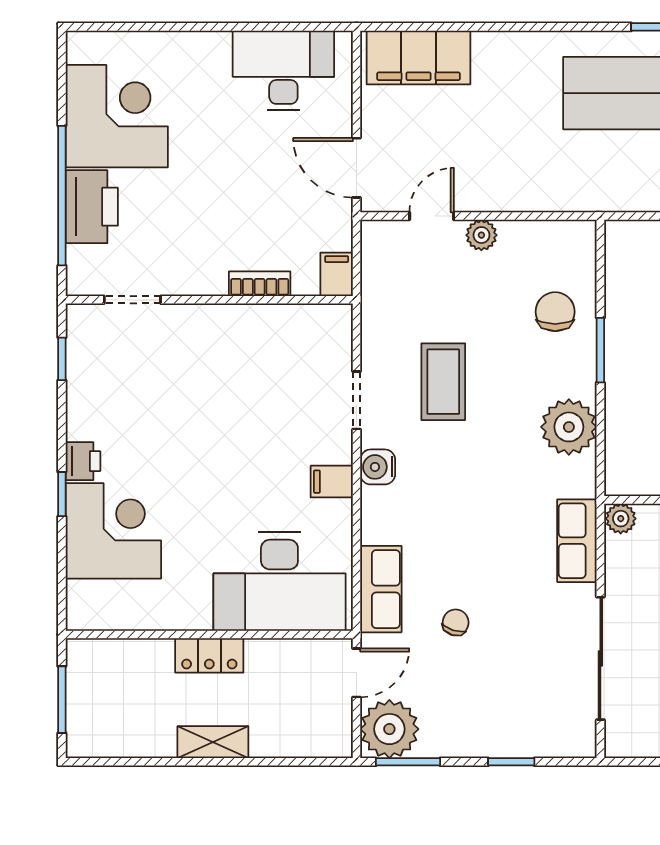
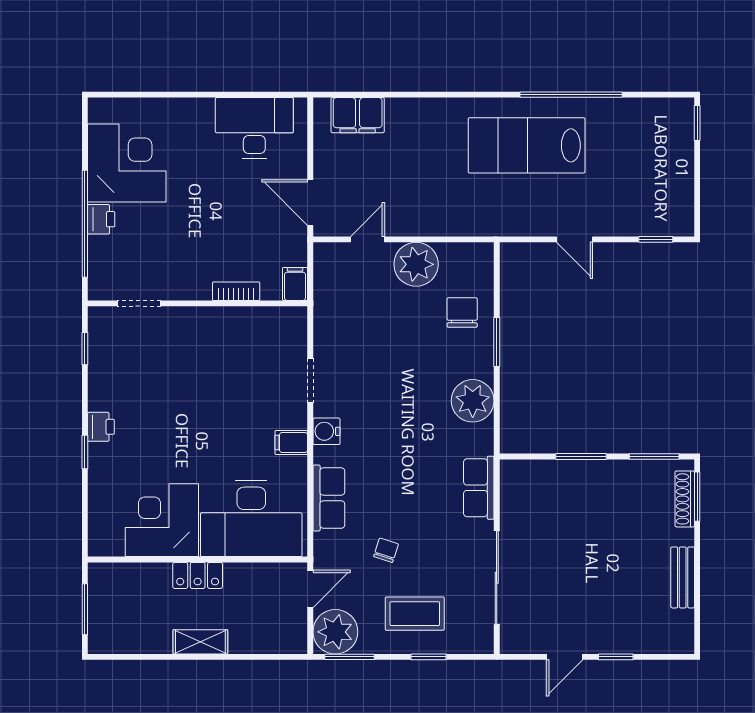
filing cabinet: (418, 57) -> (358, 115), width x0.67, depth x0.86
printer: (92, 207) -> (101, 219), width x0.53, depth x0.68
plant: (481, 235) -> (416, 264), width x1.88, depth x1.88
coffee table: (443, 382) -> (415, 614), moved, turned 90
plant: (621, 519) -> (512, 471), removed
corner desk: (113, 531) -> (162, 520), moved, turned -90
row of seats: (381, 589) -> (329, 498), moved

